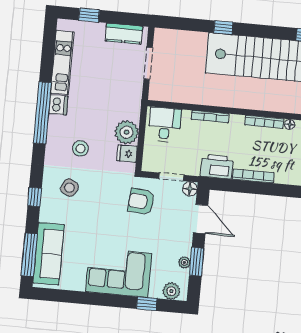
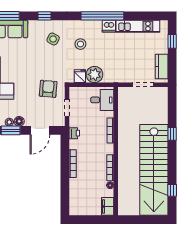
printer: (217, 167) -> (74, 133), width x0.53, depth x0.68
floor lamp: (190, 189) -> (19, 121), moved

